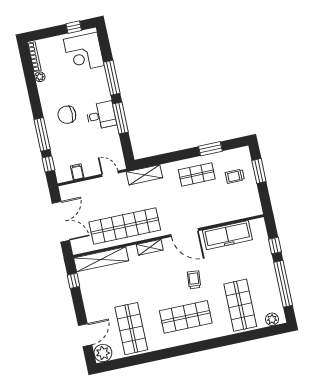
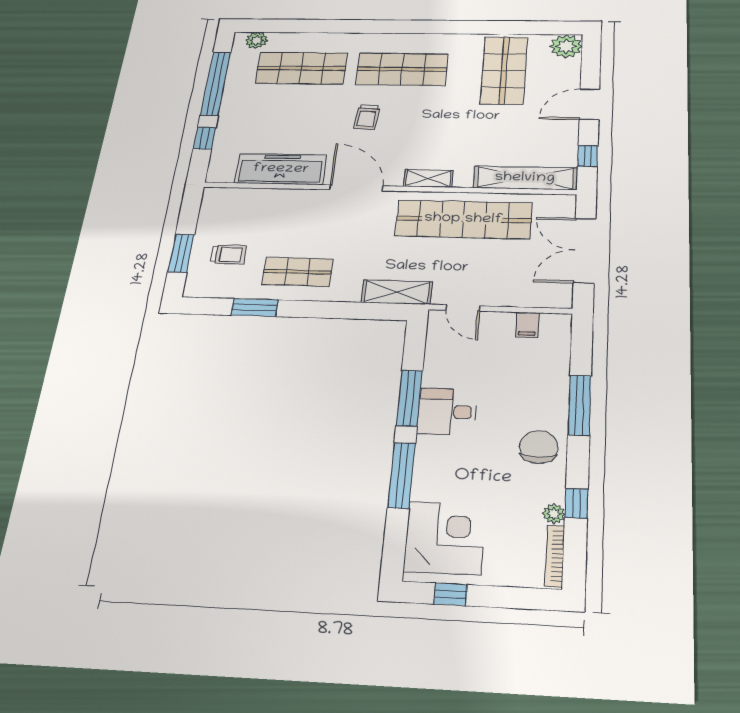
chair: (67, 115) -> (539, 447), moved, turned -90
window: (48, 164) -> (576, 503), moved
shop shelf: (240, 305) -> (301, 68), turned 90
door: (85, 335) -> (589, 104), moved

